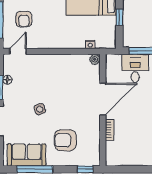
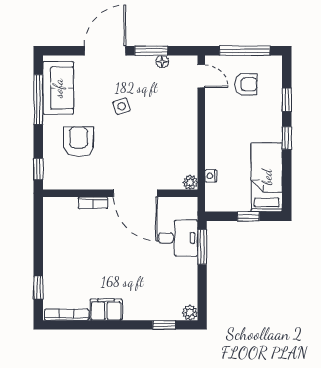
armchair: (24, 19) -> (246, 84), turned 180

